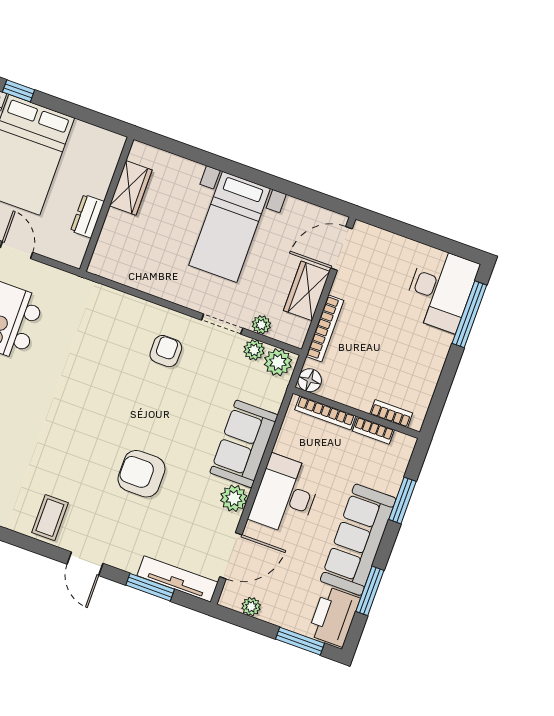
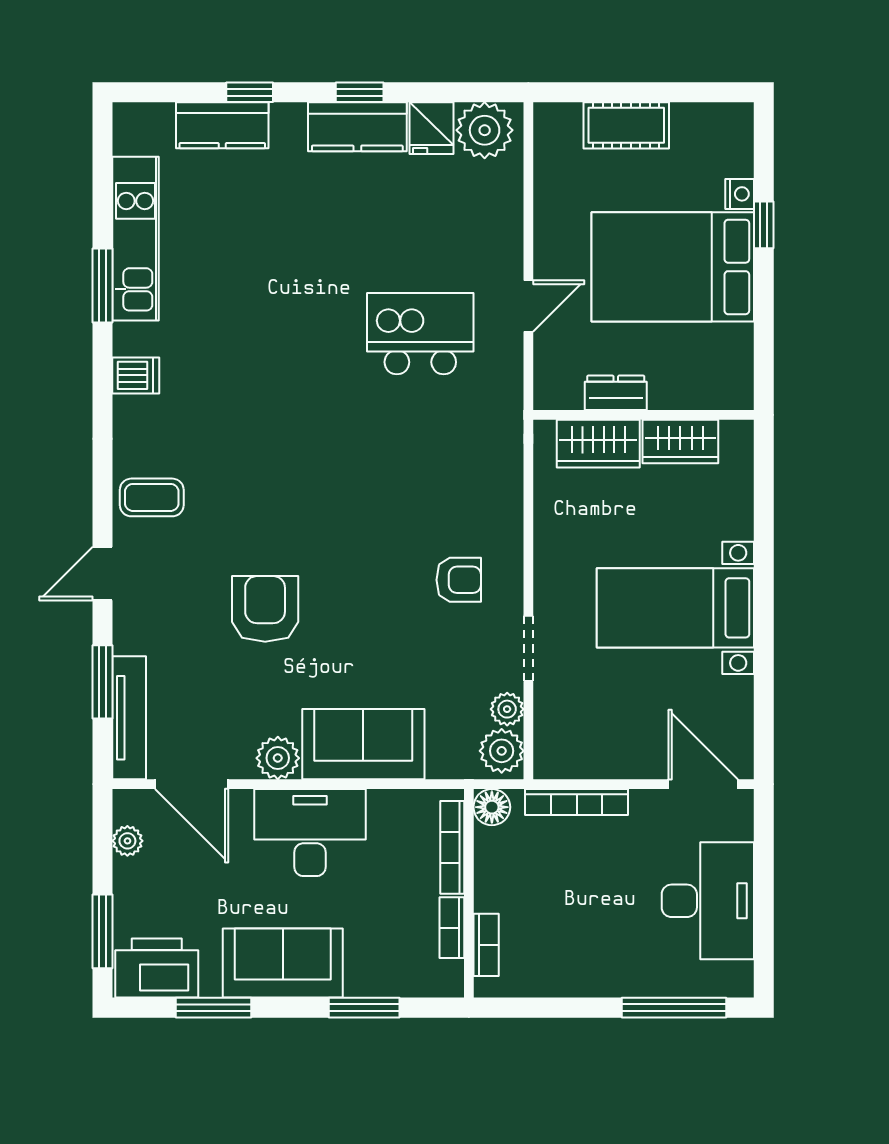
desk: (440, 289) -> (708, 901), moved, turned -90
wardrobe: (307, 291) -> (598, 444), moved, turned 180
plant: (261, 325) -> (548, 707), removed
sofa: (358, 540) -> (283, 963), width x0.73

